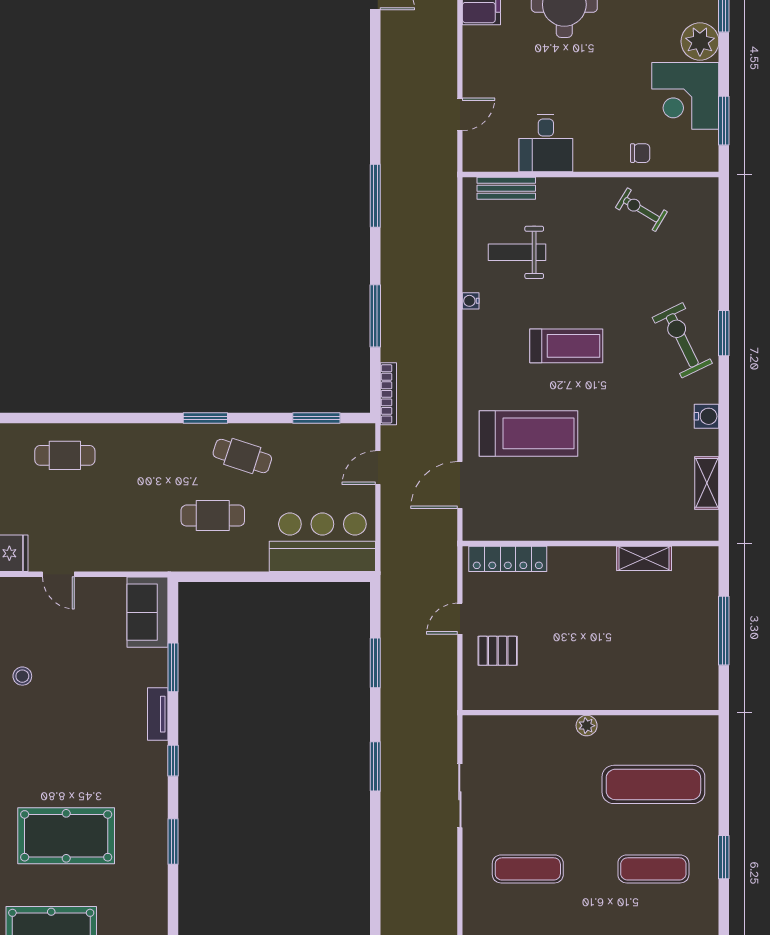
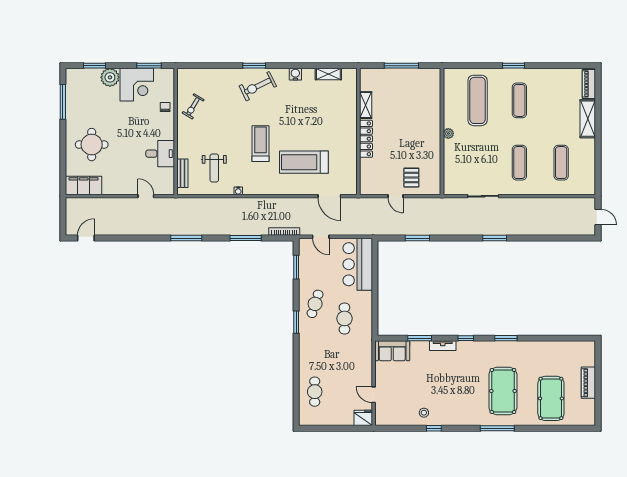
treadmill: (529, 433) -> (304, 162), turned -90
locker: (508, 559) -> (366, 139), moved
door: (58, 574) -> (374, 395), swing flipped
window: (375, 766) -> (495, 238), moved

